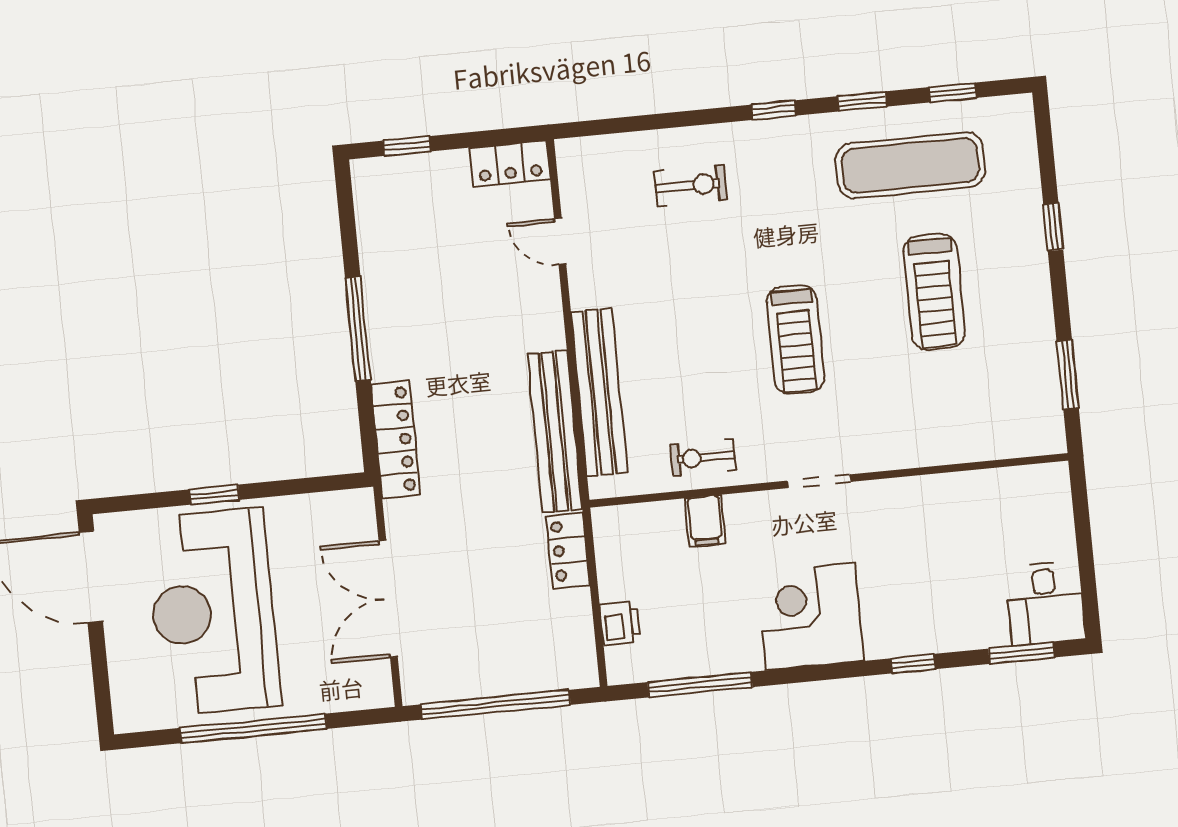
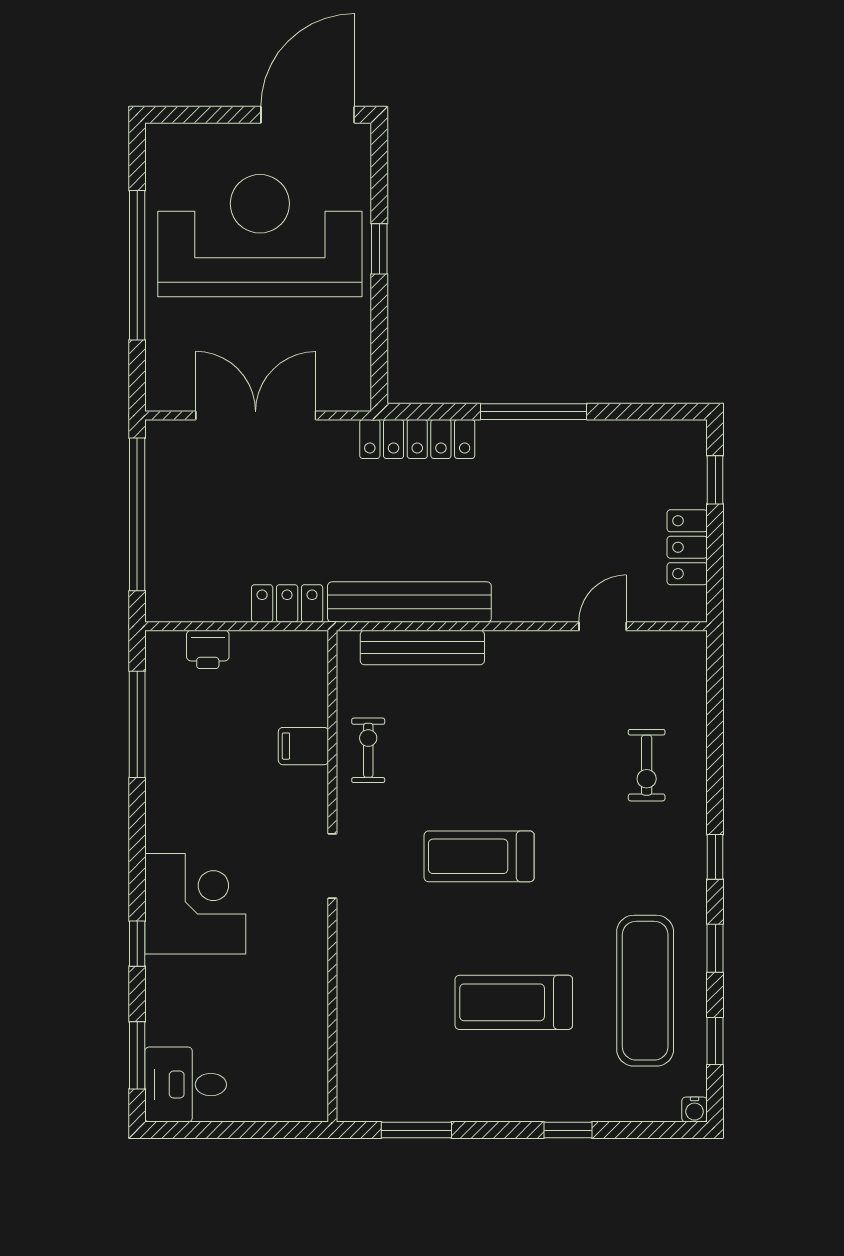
water cooler: (1021, 106) -> (695, 1110), added
locker: (510, 163) -> (687, 547), moved
bench: (599, 392) -> (422, 648), width x0.73, depth x0.82
corner desk: (810, 617) -> (195, 904), moved

